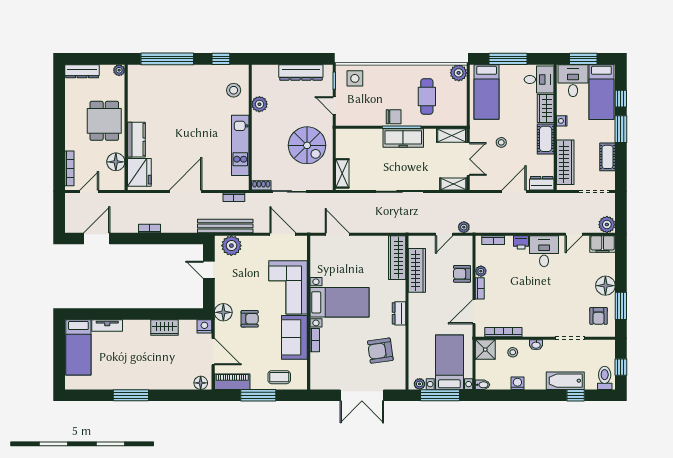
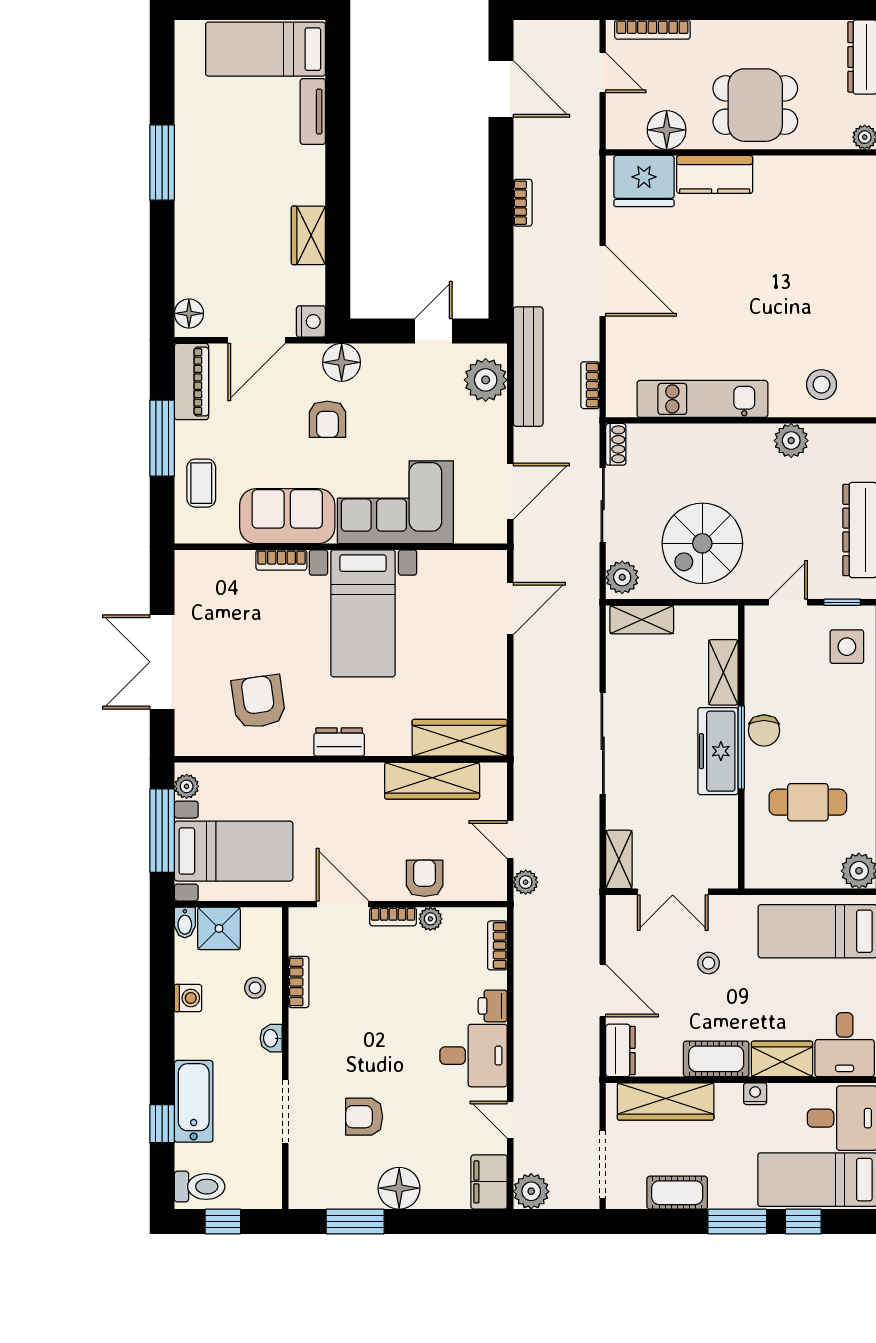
shelving: (452, 136) -> (723, 672), moved
plant: (323, 182) -> (622, 577), added
armchair: (599, 316) -> (364, 1117), moved
bookcase: (503, 332) -> (299, 982), width x0.64
shower: (485, 350) -> (219, 928), moved

